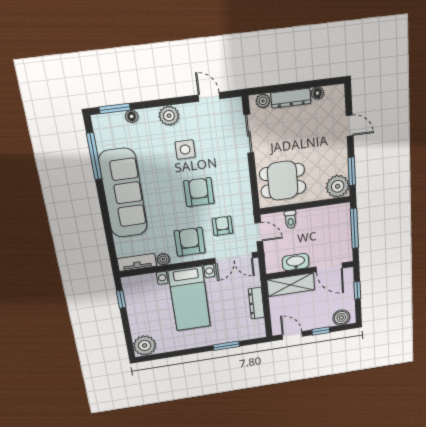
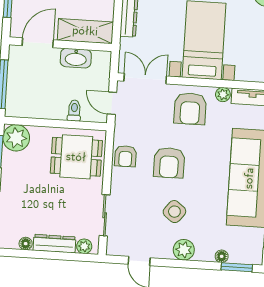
side table: (185, 150) -> (174, 212), turned 38
armchair: (222, 226) -> (125, 156), moved
door: (329, 267) -> (38, 43), hinge flipped

